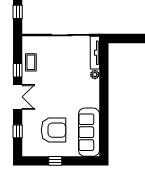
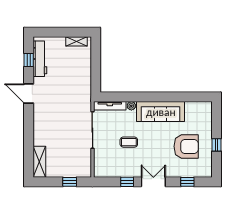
coffee table: (31, 62) -> (129, 142), moved
armchair: (54, 130) -> (186, 146), turned 90
sofa: (89, 132) -> (161, 112), moved

